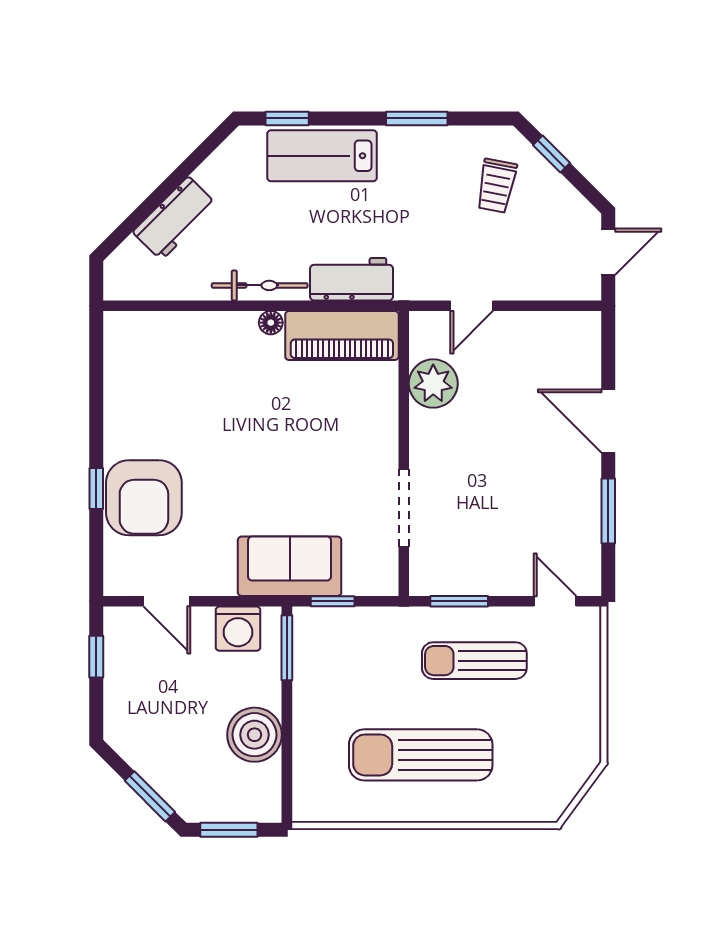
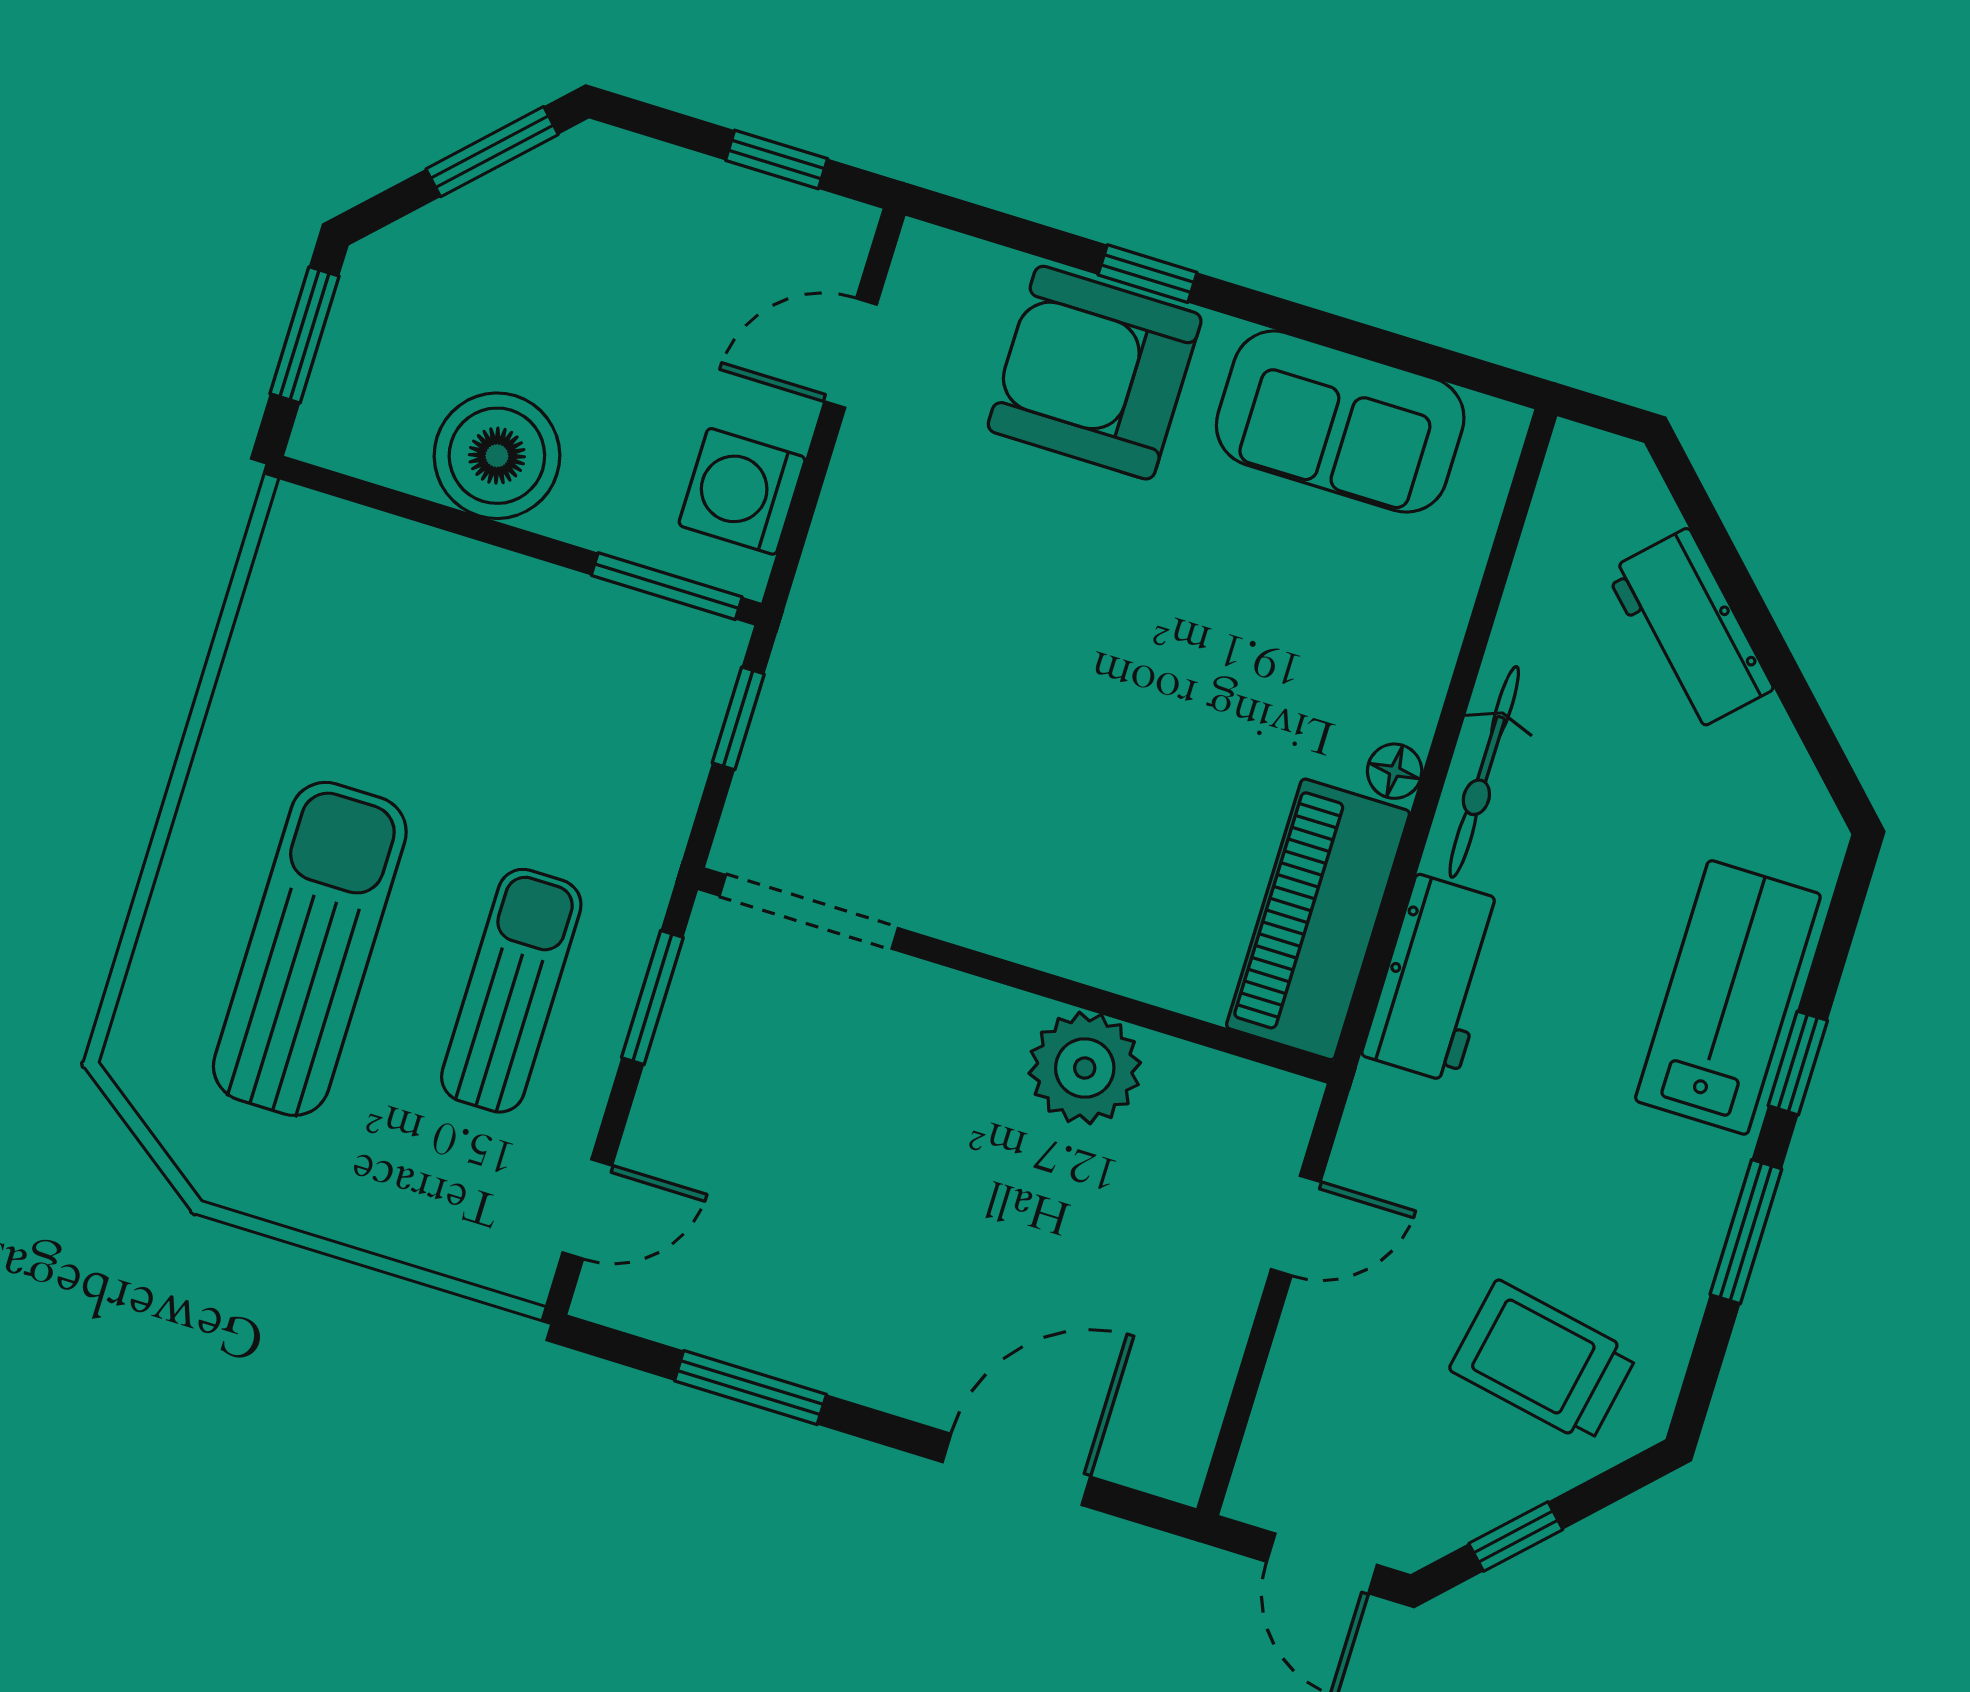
window: (287, 118) -> (1798, 1063), moved
window: (551, 154) -> (1516, 1536), moved
trolley: (496, 186) -> (1543, 1362), width x1.36, depth x1.39
door: (472, 306) -> (1296, 1226), swing flipped
plant: (433, 384) -> (1085, 1068), moved
door: (608, 421) -> (1016, 1469), moved
doorway: (404, 508) -> (809, 912), moved
sofa: (290, 566) -> (1340, 422), moved, turned 90
sun lounger: (421, 755) -> (310, 949), moved
window: (150, 796) -> (492, 152), moved

